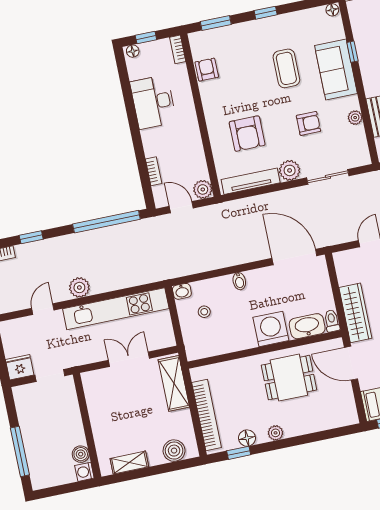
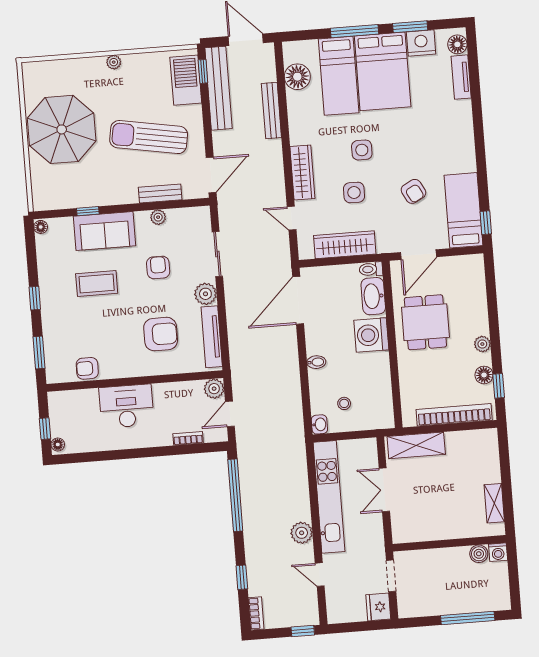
bookcase: (178, 49) -> (62, 396), removed
desk: (153, 102) -> (126, 406), moved, turned 180
wardrobe: (355, 313) -> (345, 245), moved
boiler: (174, 451) -> (488, 454), removed

